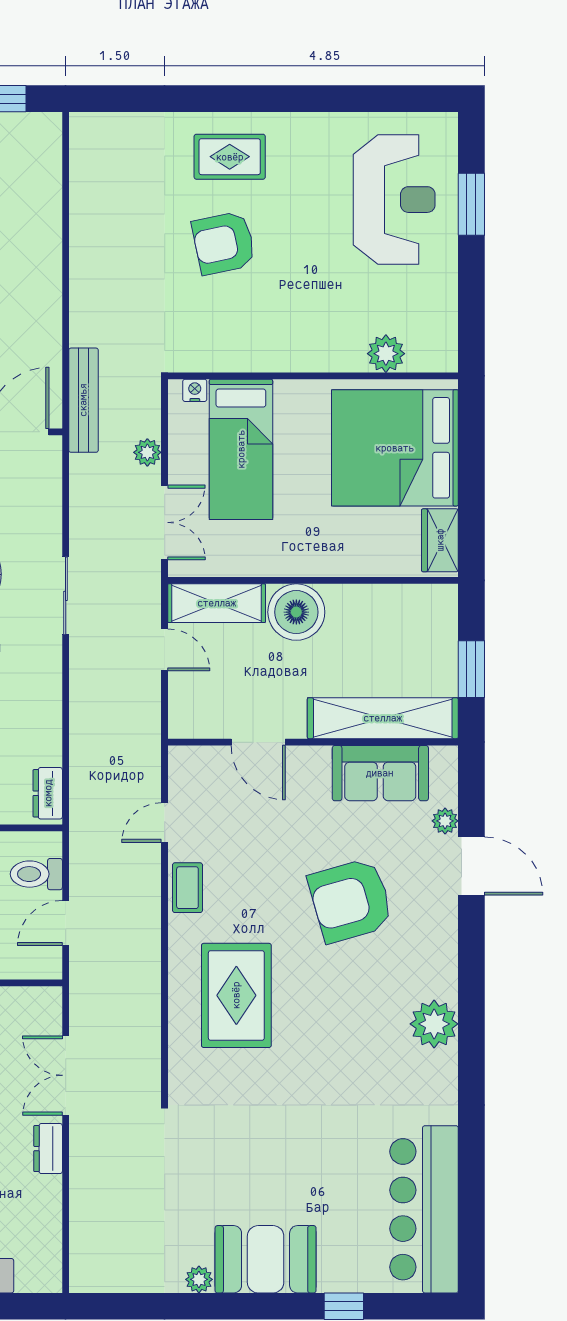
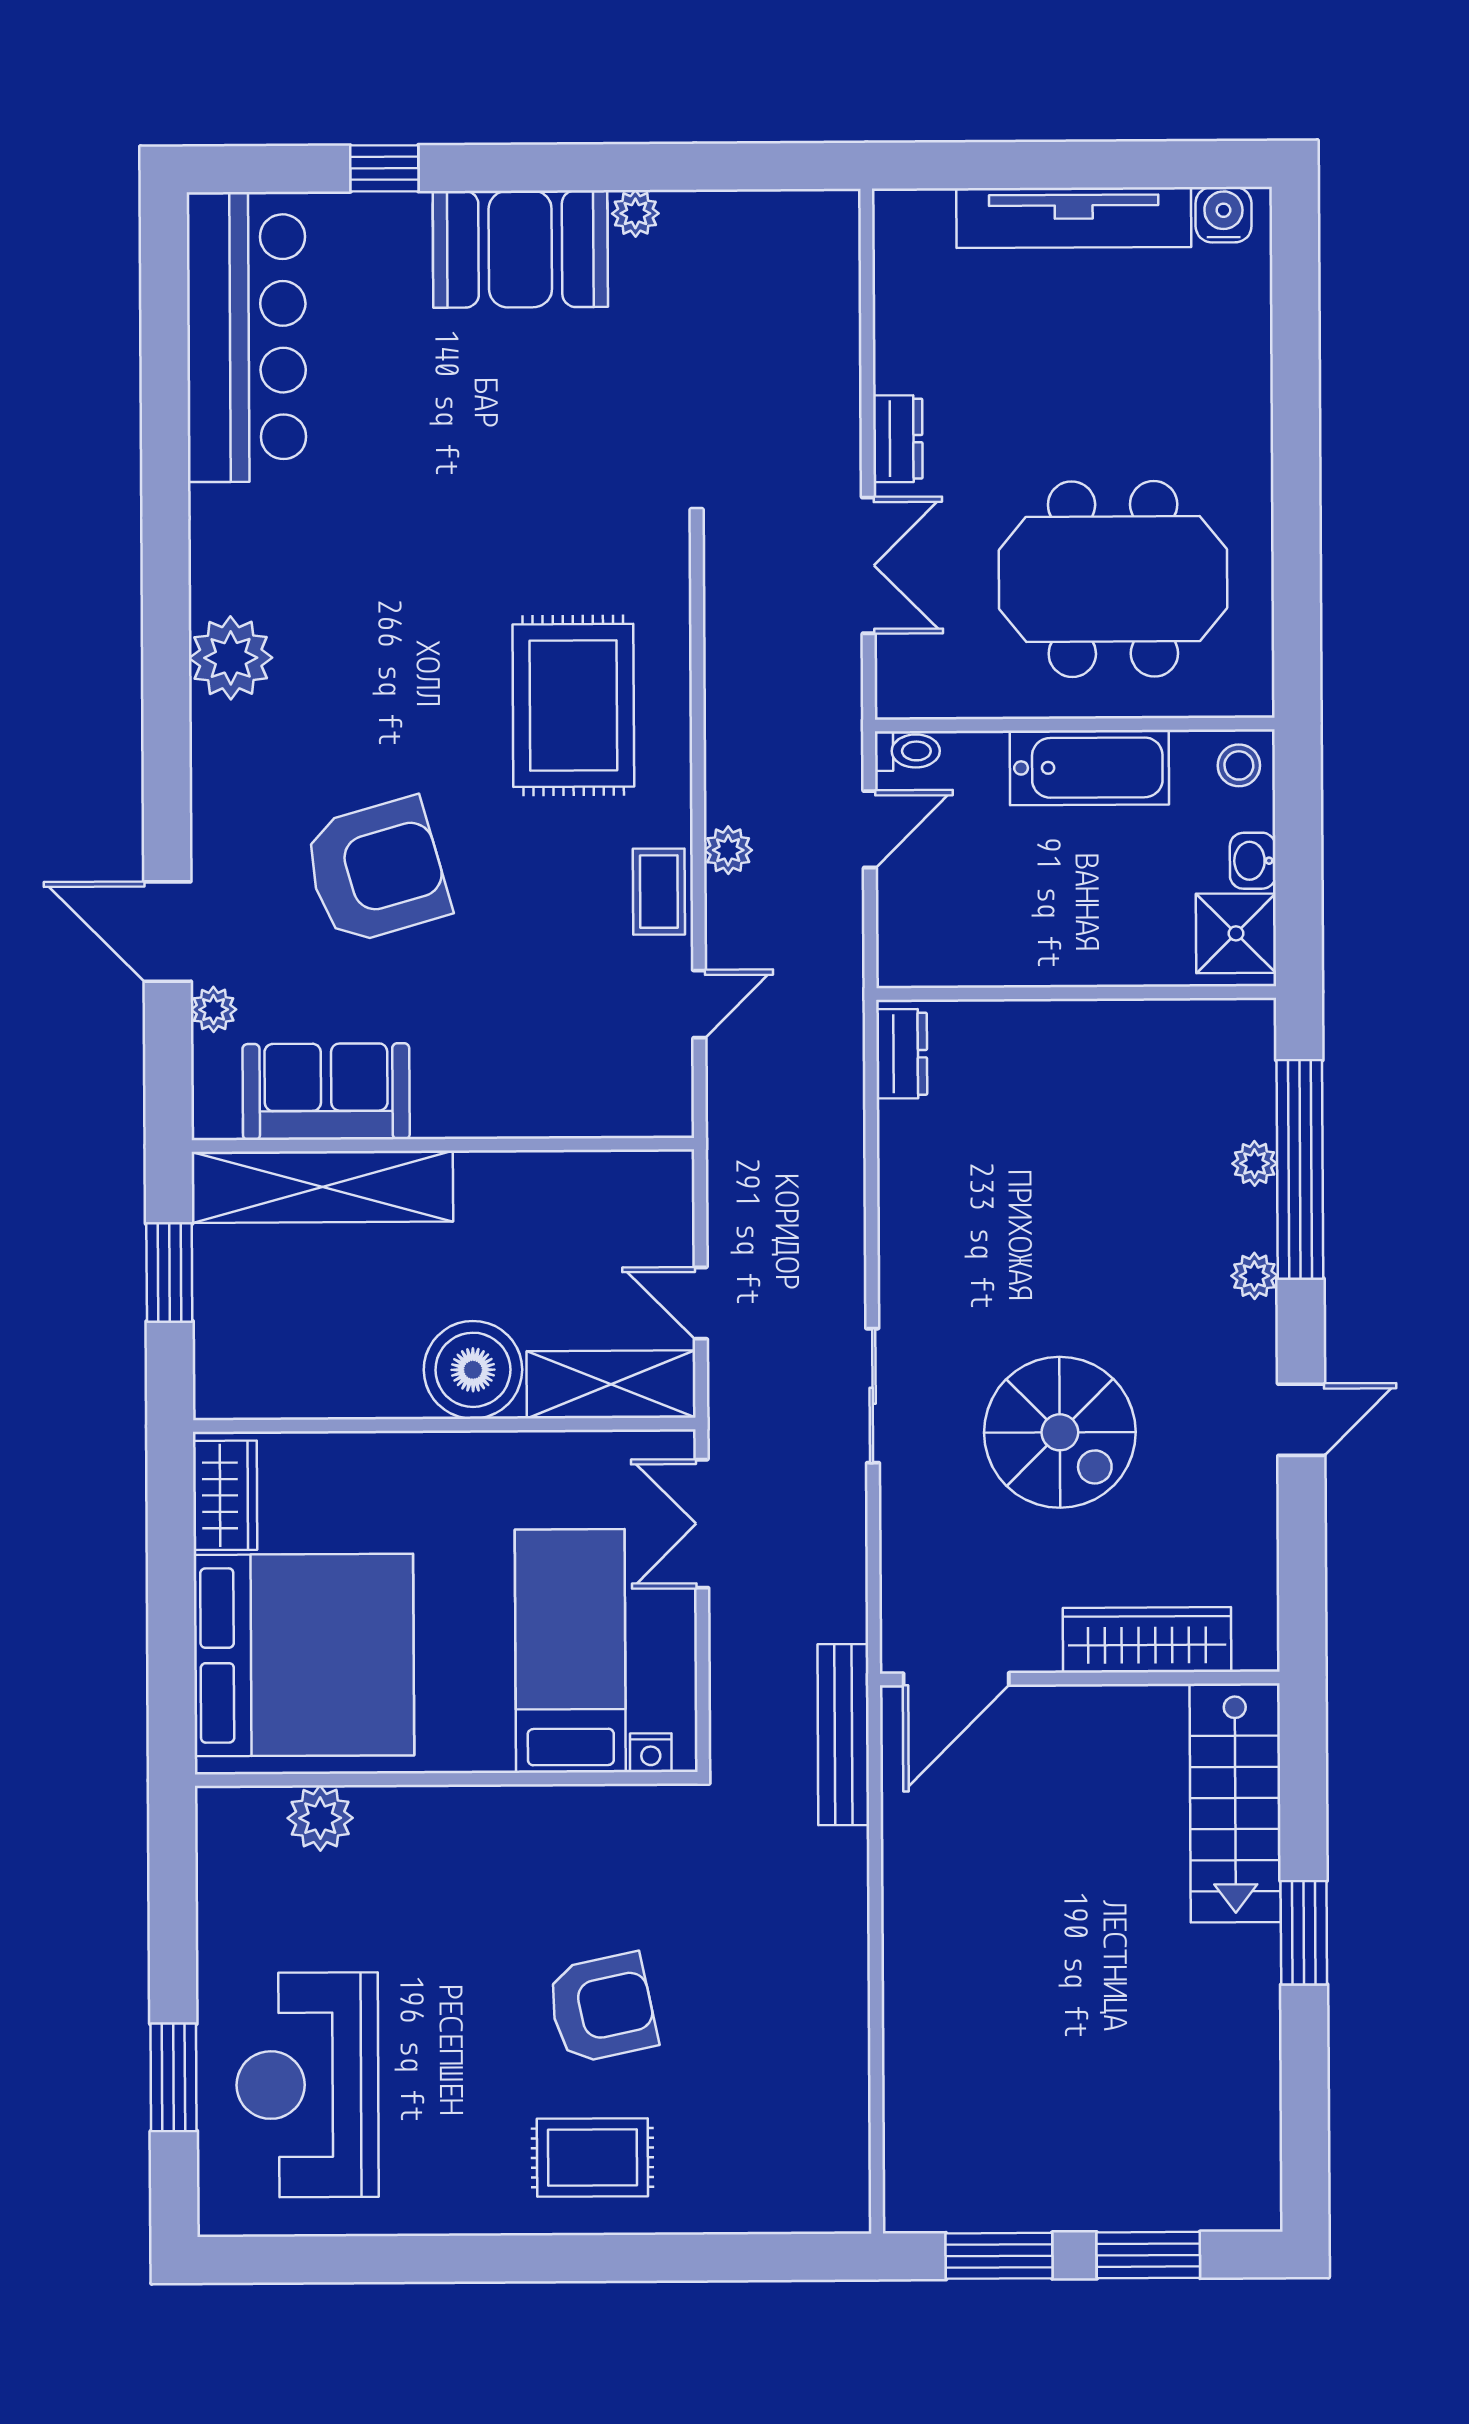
plant: (147, 452) -> (728, 850), moved
door: (258, 742) -> (538, 1144), removed
toilet: (36, 874) -> (907, 751), moved, width x0.73, depth x0.72

